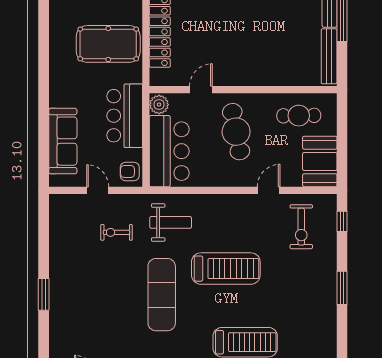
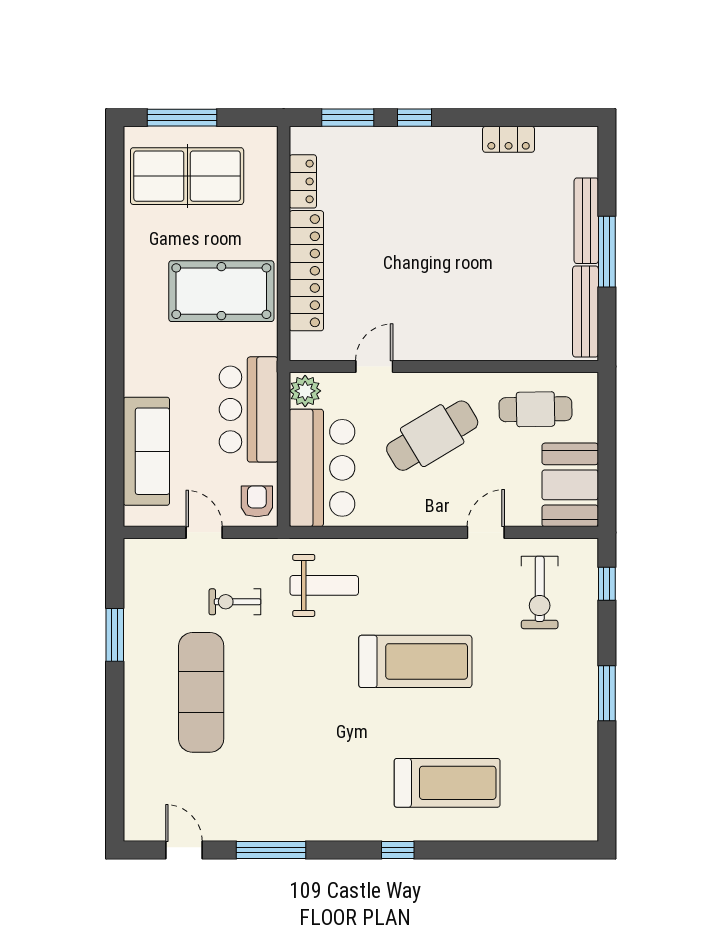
cafe table: (236, 132) -> (432, 436), turned 70
armchair: (130, 171) -> (257, 501), turned 90
window: (44, 294) -> (115, 635), moved
exercise mat: (162, 295) -> (201, 692), moved

